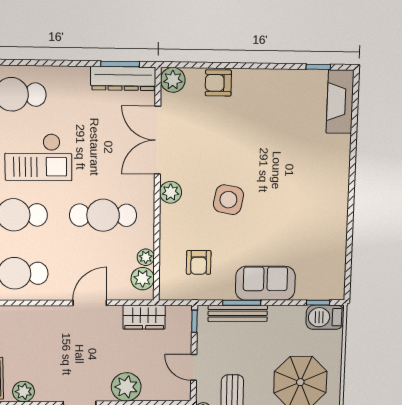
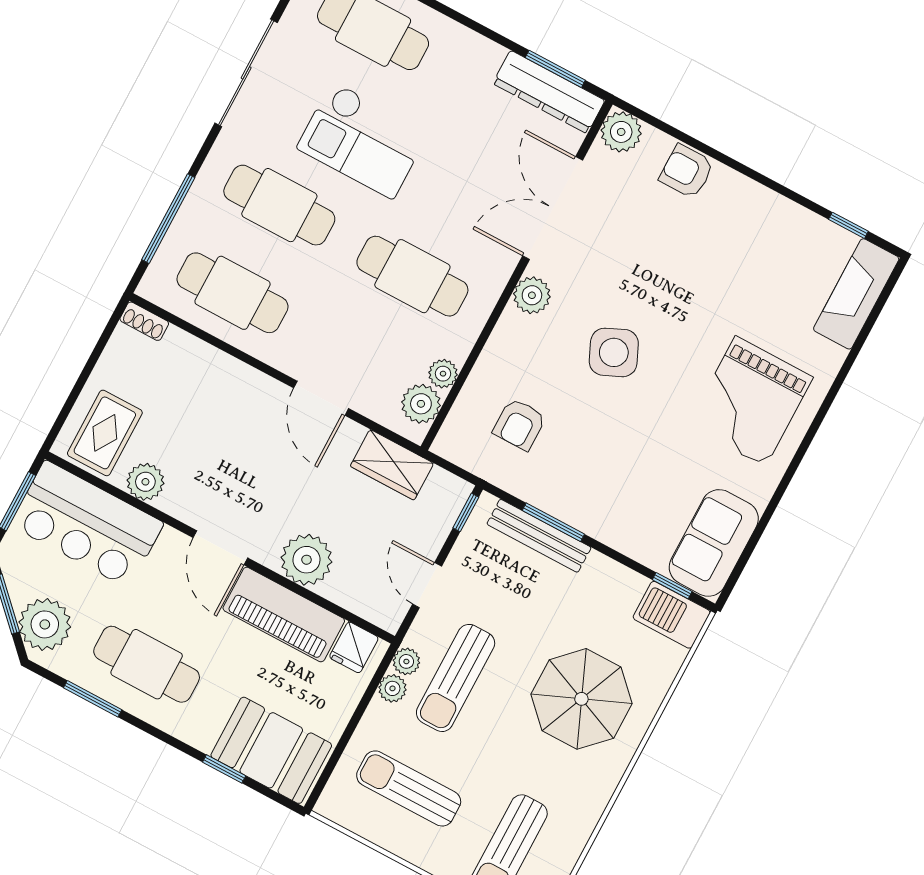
grand piano: (312, 188) -> (750, 401), added
side table: (228, 200) -> (614, 352), turned -35
sofa: (265, 283) -> (714, 543), moved, turned -90
door: (90, 303) -> (321, 398), swing flipped

